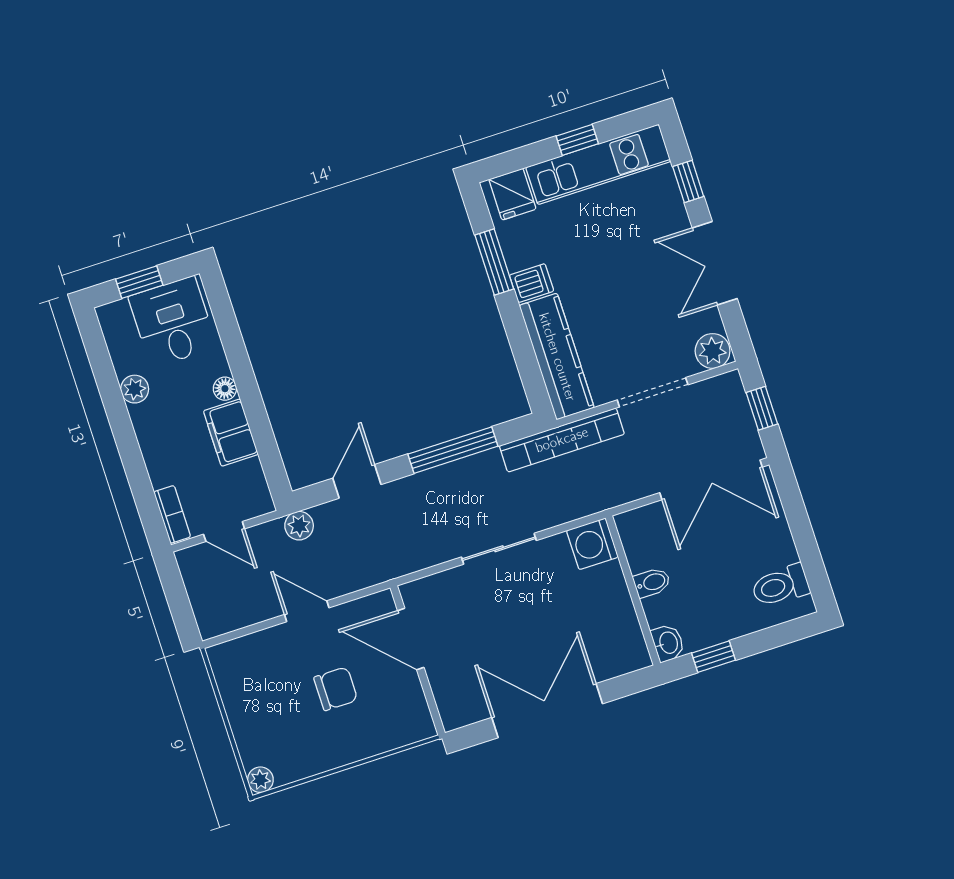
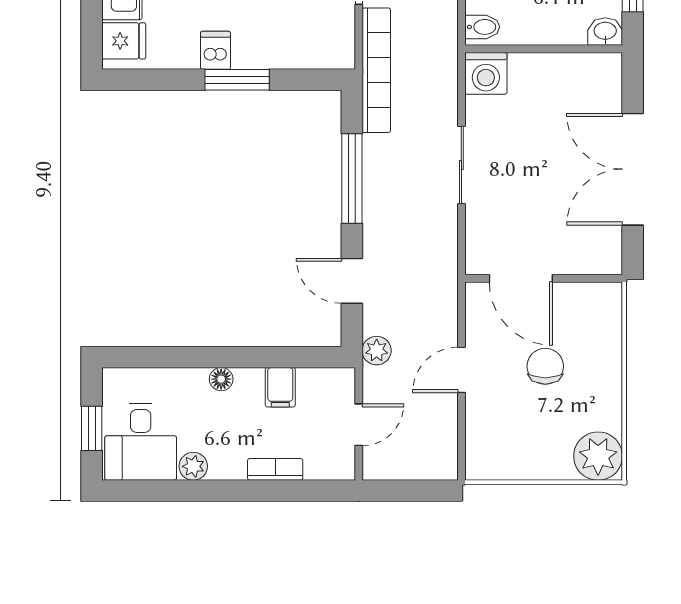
window: (494, 262) -> (237, 80), moved
desk: (173, 322) -> (141, 442), moved, turned -90
kitchen counter: (557, 357) -> (294, 49), removed
filing cabinet: (231, 433) -> (280, 387), width x0.50
bookcase: (172, 514) -> (275, 469), moved
bidet: (652, 582) -> (482, 27), moved, turned 90
door: (411, 639) -> (521, 278), hinge flipped
plant: (260, 780) -> (598, 456), width x1.88, depth x1.88

